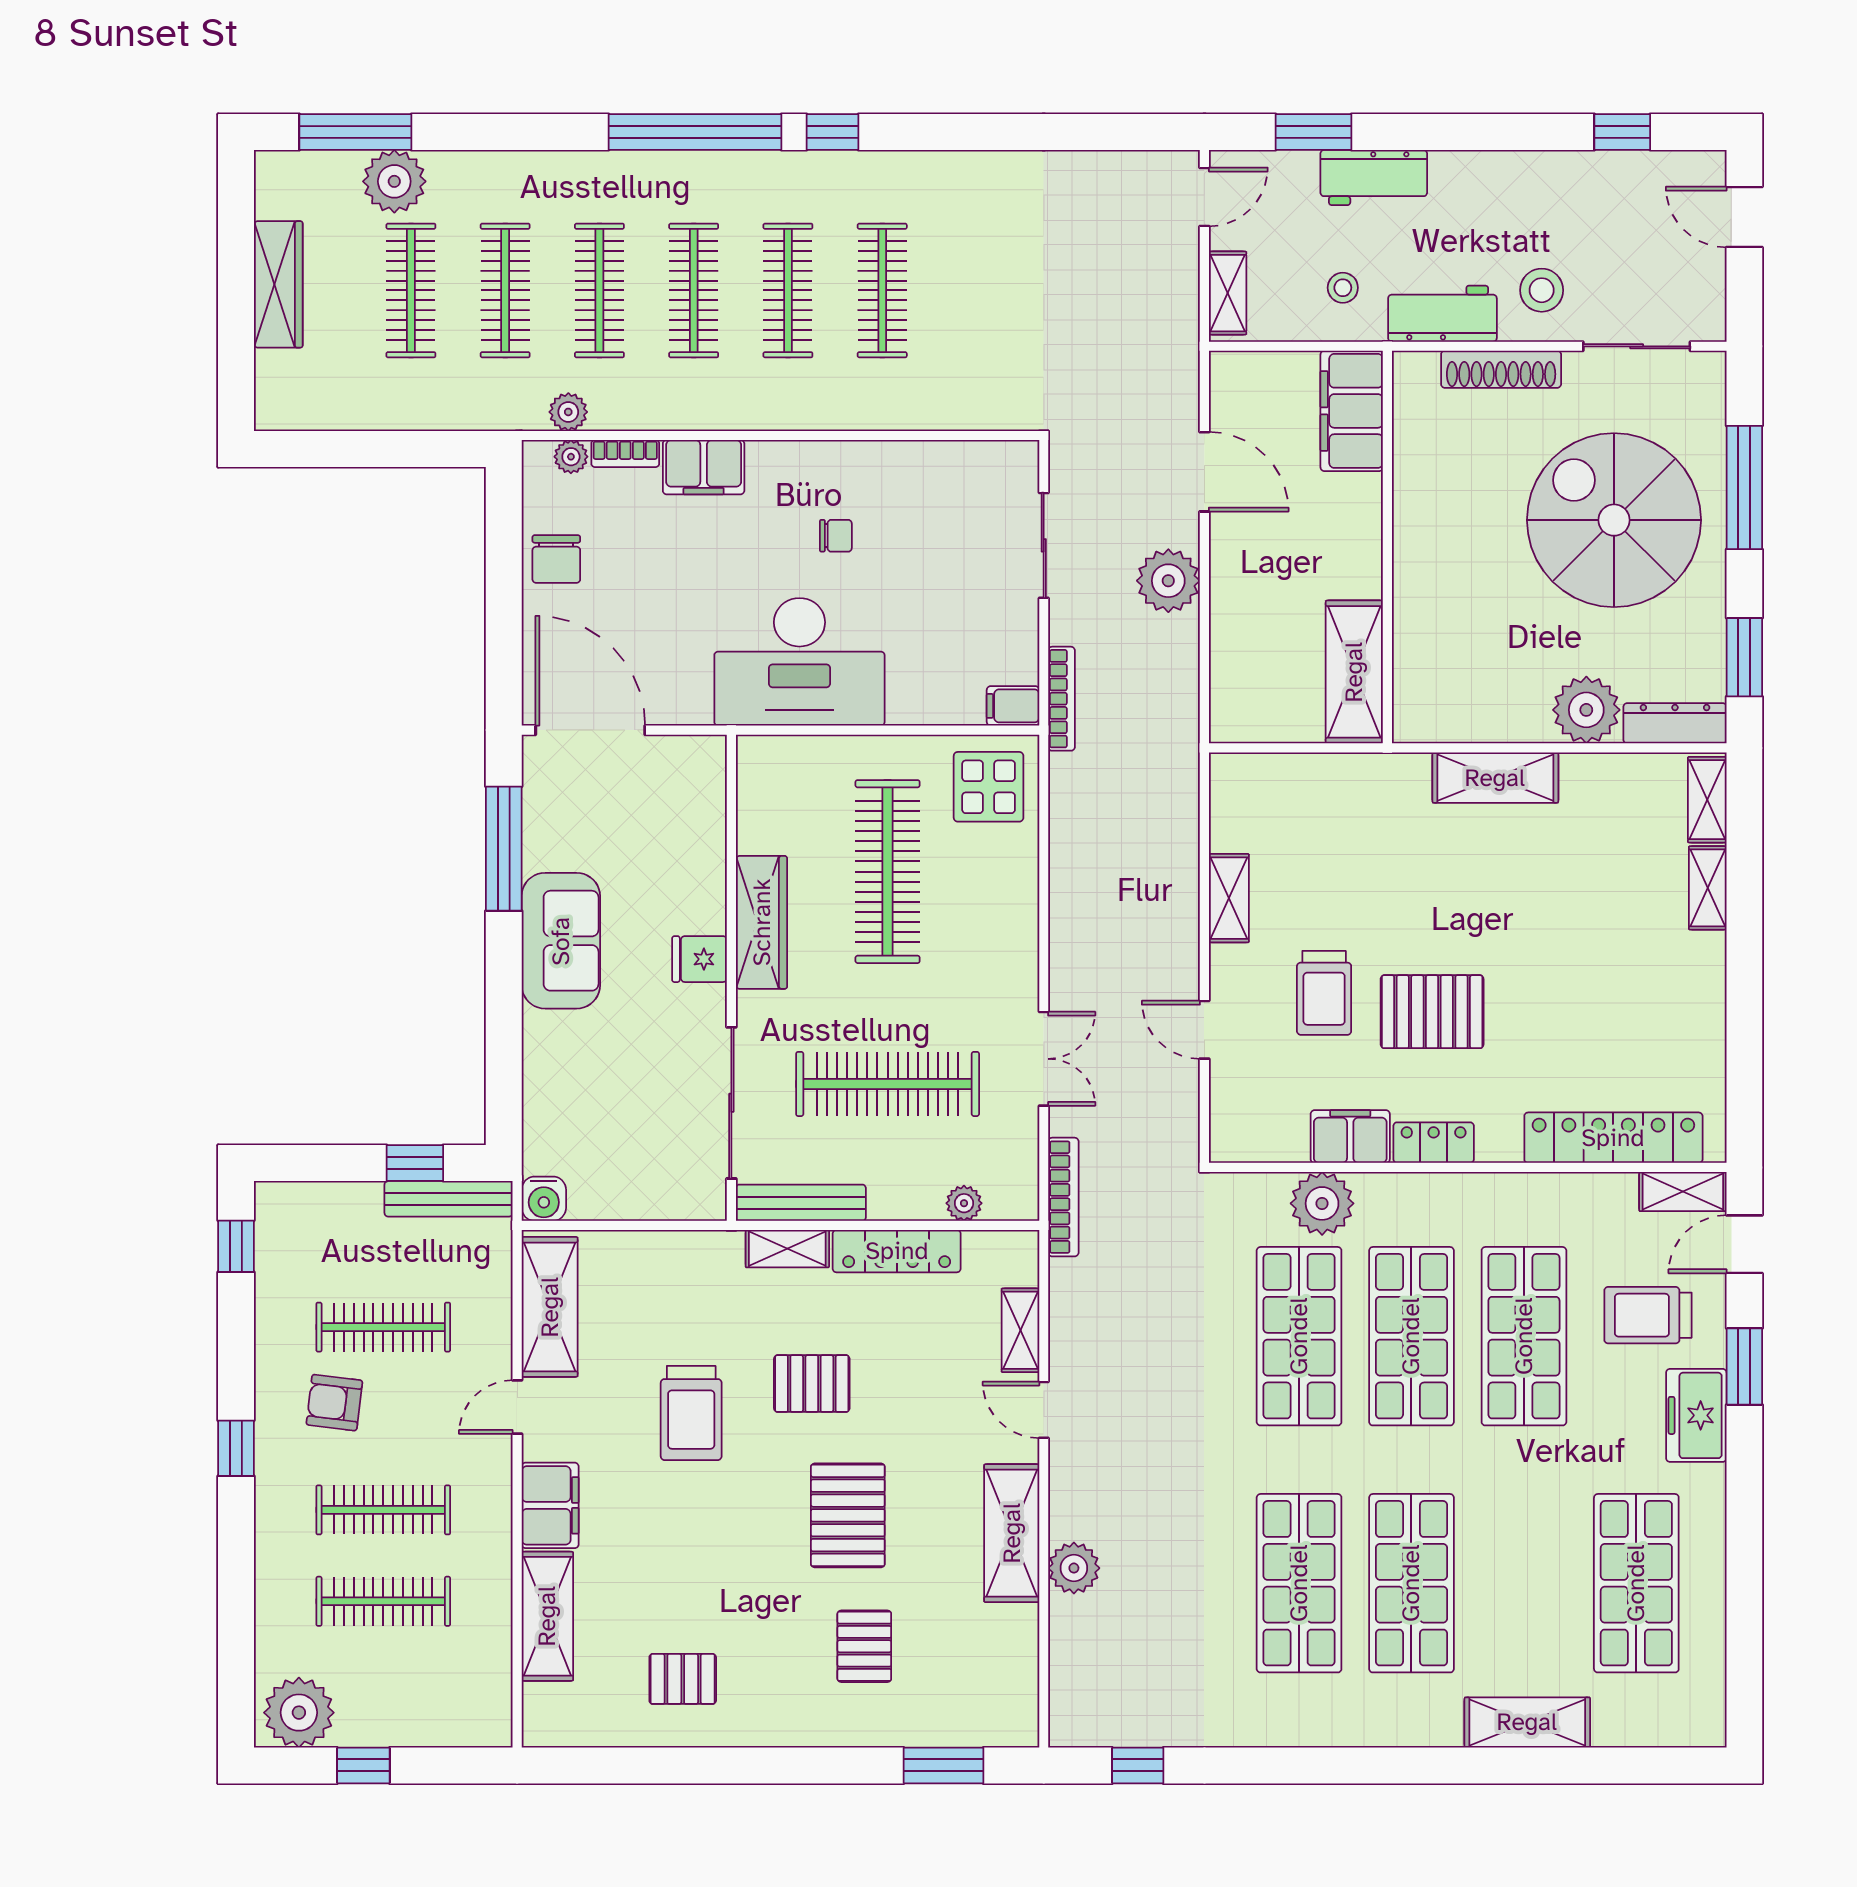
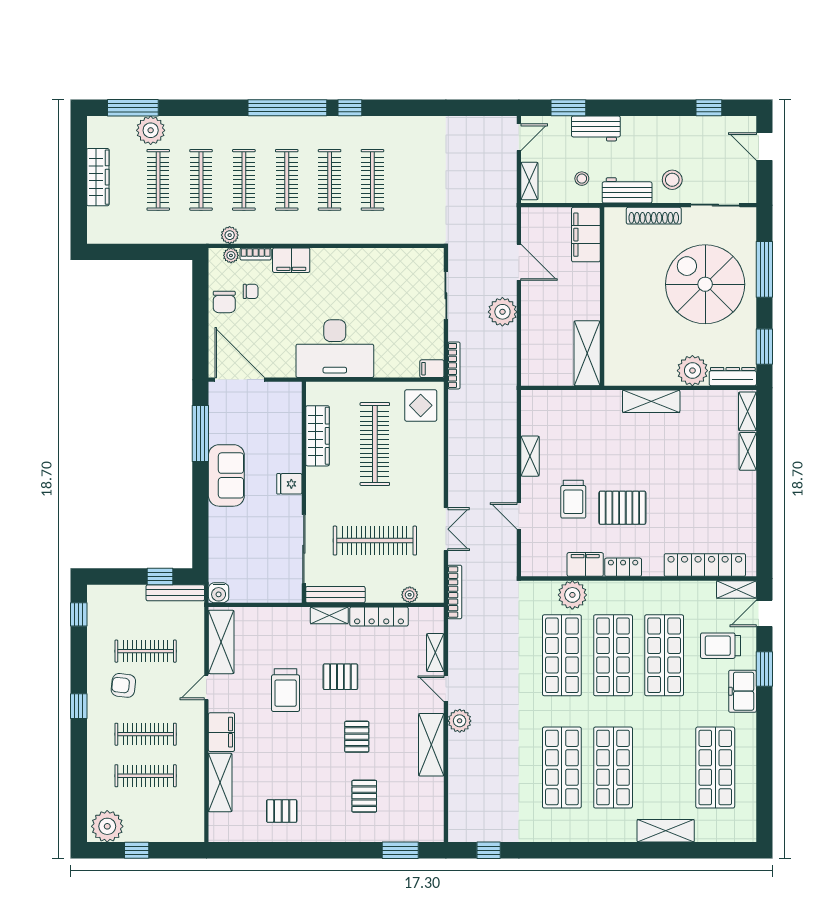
chair: (836, 536) -> (251, 291), moved
wardrobe: (762, 922) -> (318, 436), moved
pallet: (848, 1515) -> (357, 737), width x0.67, depth x0.71
plant: (1074, 1568) -> (460, 721), moved

